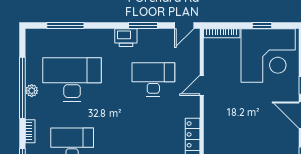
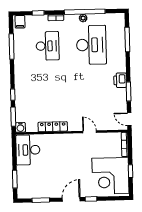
desk: (153, 79) -> (93, 99), removed

